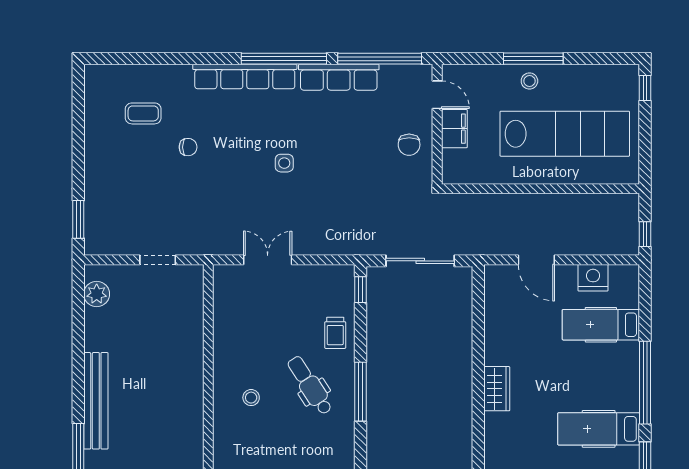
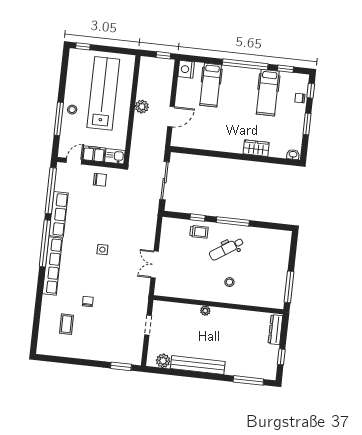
window: (533, 59) -> (59, 119), moved
kitchen sink: (454, 167) -> (115, 156), added
plant: (549, 205) -> (142, 107), added
nightstand: (593, 278) -> (186, 69), moved
window: (360, 290) -> (197, 218), moved
plant: (195, 360) -> (205, 311), added
wardrobe: (497, 389) -> (256, 148), moved
bench: (96, 401) -> (198, 365), moved

